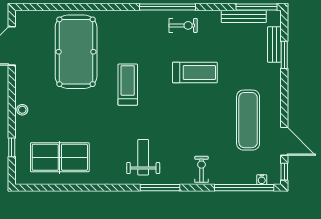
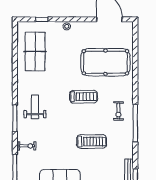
exercise bike: (183, 25) -> (118, 111), moved
treadmill: (195, 73) -> (92, 141), turned -90
weight bench: (143, 157) -> (35, 107), turned -90

